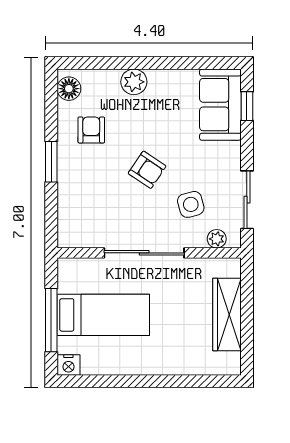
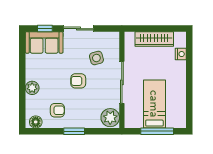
armchair: (91, 130) -> (57, 110), turned 180
armchair: (147, 170) -> (78, 81), turned -124
sliding door: (247, 200) -> (78, 29), moved
plant: (217, 239) -> (110, 118), moved, width x1.88, depth x1.88
nightstand: (68, 365) -> (181, 54), moved

